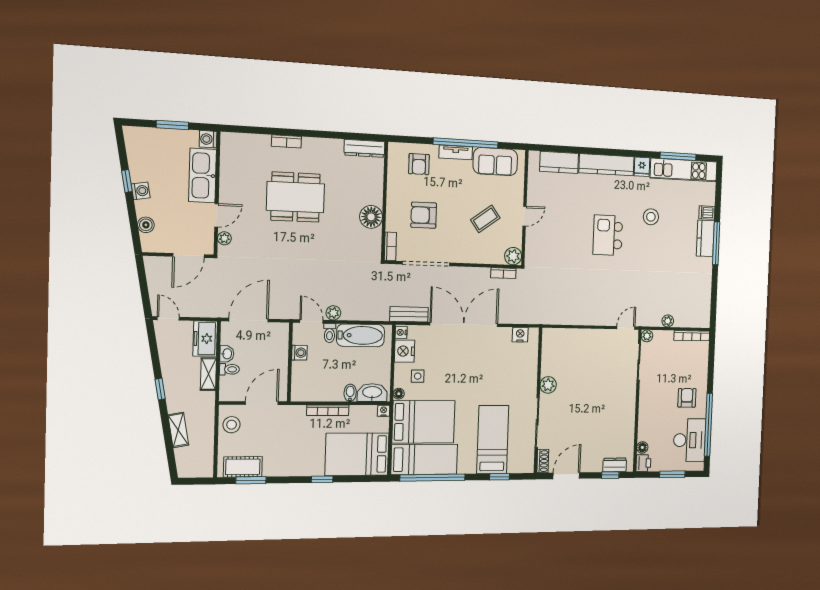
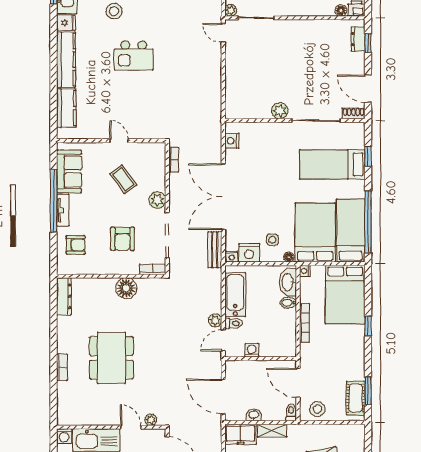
plant: (513, 256) -> (157, 200), moved
toilet: (229, 369) -> (291, 412), moved

